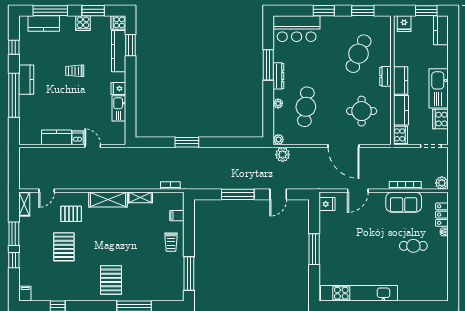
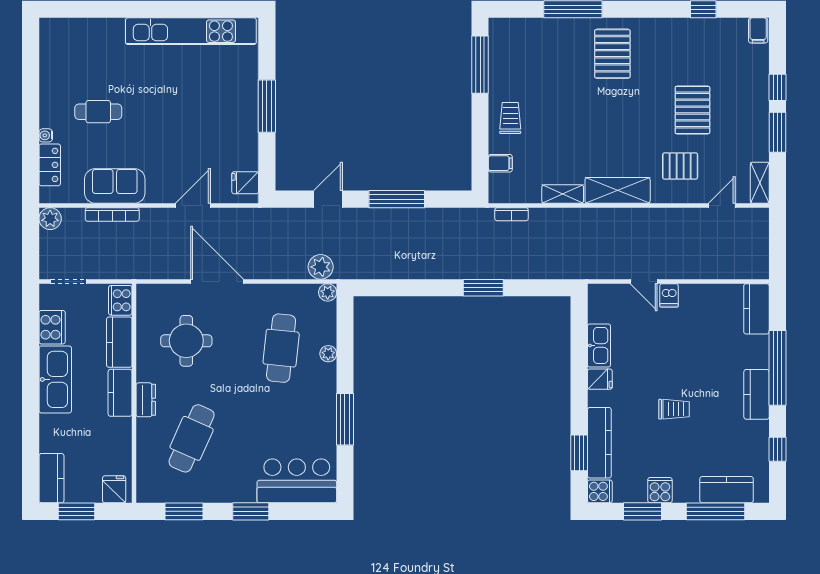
dresser: (278, 76) -> (328, 401), removed
kitchen counter: (56, 137) -> (756, 309), moved, turned 90

